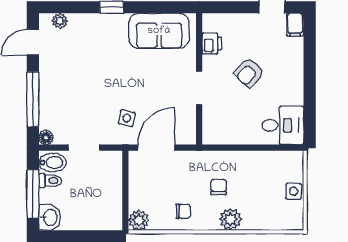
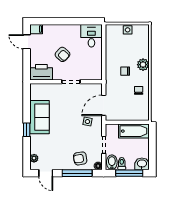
sofa: (159, 31) -> (39, 117), moved
printer: (212, 44) -> (41, 72), width x1.87, depth x1.48
armchair: (60, 105) -> (80, 158), added
door: (156, 148) -> (104, 105), hinge flipped
bathtub: (109, 203) -> (134, 131), added
plant: (139, 220) -> (143, 115), removed

